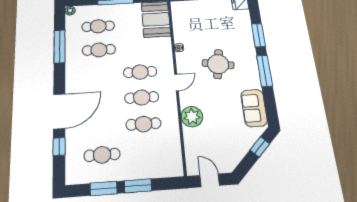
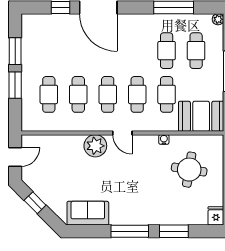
cafe table: (139, 48) -> (167, 94), added
round table: (218, 64) -> (189, 170), moved
plant: (192, 117) -> (95, 146), moved
window: (260, 147) -> (35, 203), moved
cafe table: (102, 155) -> (49, 94), moved

